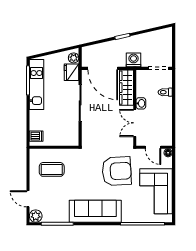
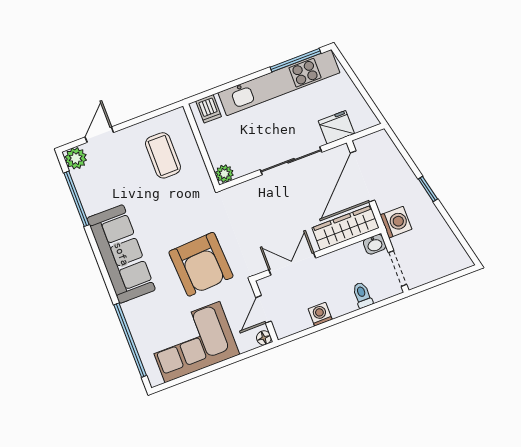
plant: (74, 58) -> (224, 174), moved
kitchen unit: (36, 85) -> (279, 83), width x1.36
washbasin: (141, 103) -> (375, 244), moved
washing machine: (167, 118) -> (320, 314), added

